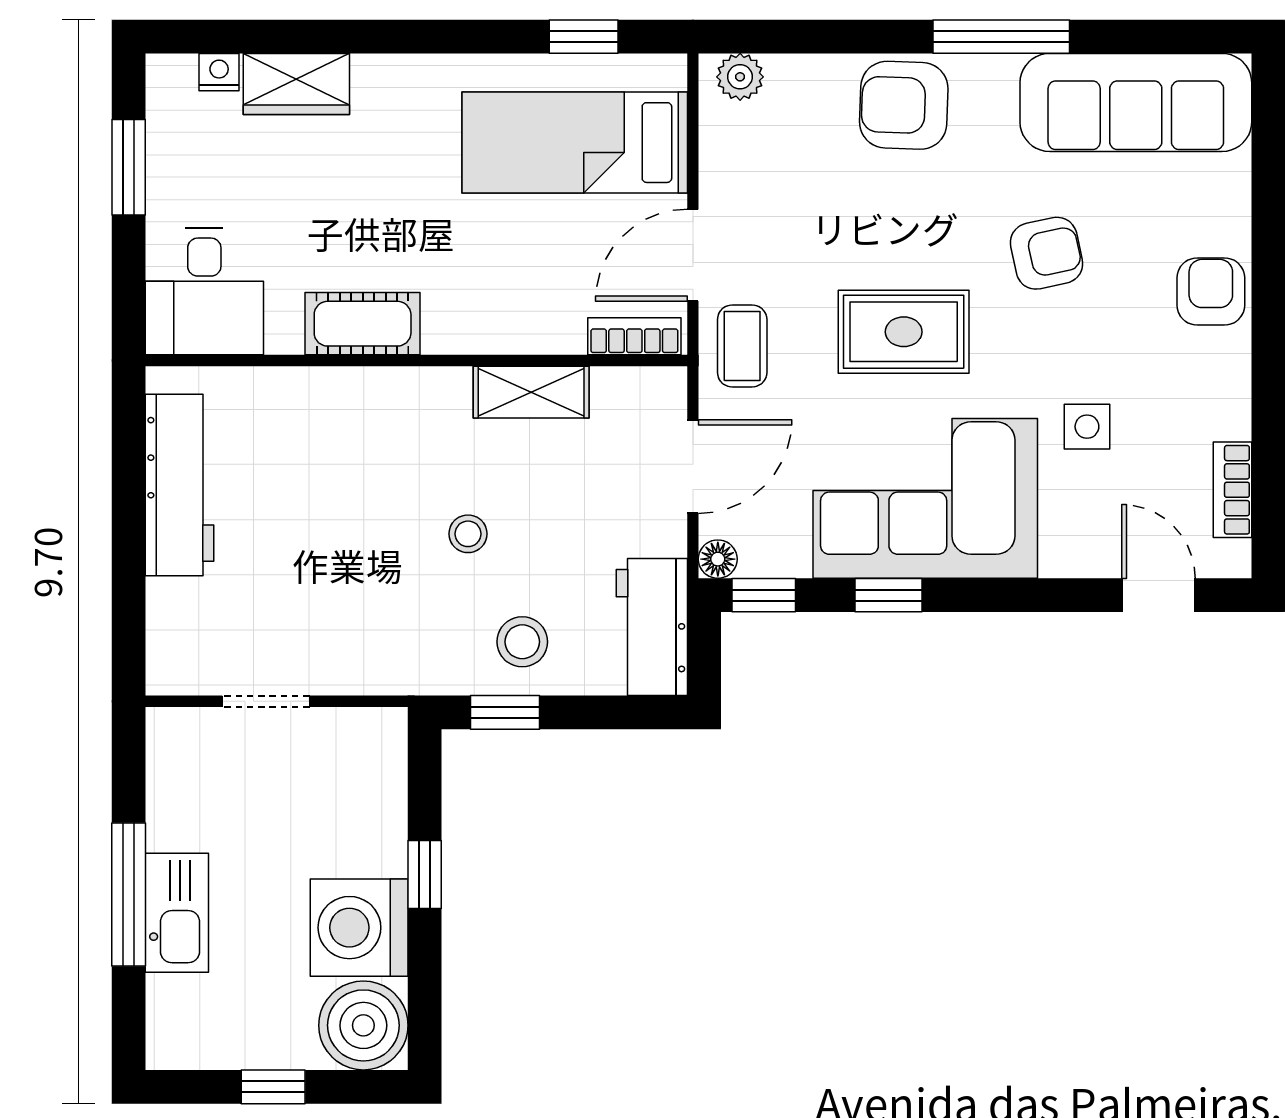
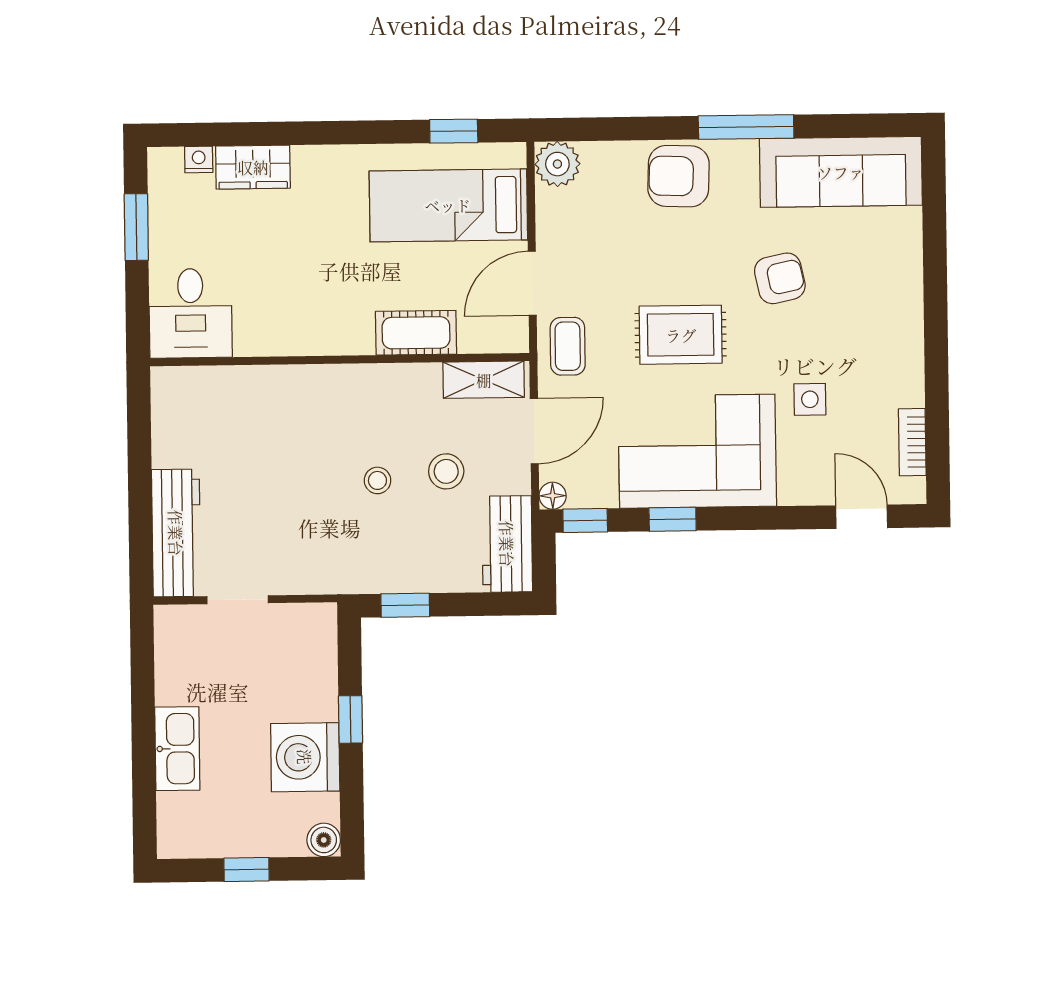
plant: (740, 77) -> (557, 164), width x1.38, depth x1.38
armchair: (1211, 292) -> (895, 304), removed
cot: (363, 324) -> (416, 333), moved
bookcase: (634, 336) -> (492, 341), removed
shelving: (531, 392) -> (484, 380), moved
workbench: (180, 485) -> (176, 533), moved
stool: (522, 642) -> (446, 471), moved
window: (129, 895) -> (143, 736), removed
boiler: (363, 1025) -> (324, 840), width x0.54, depth x0.54

